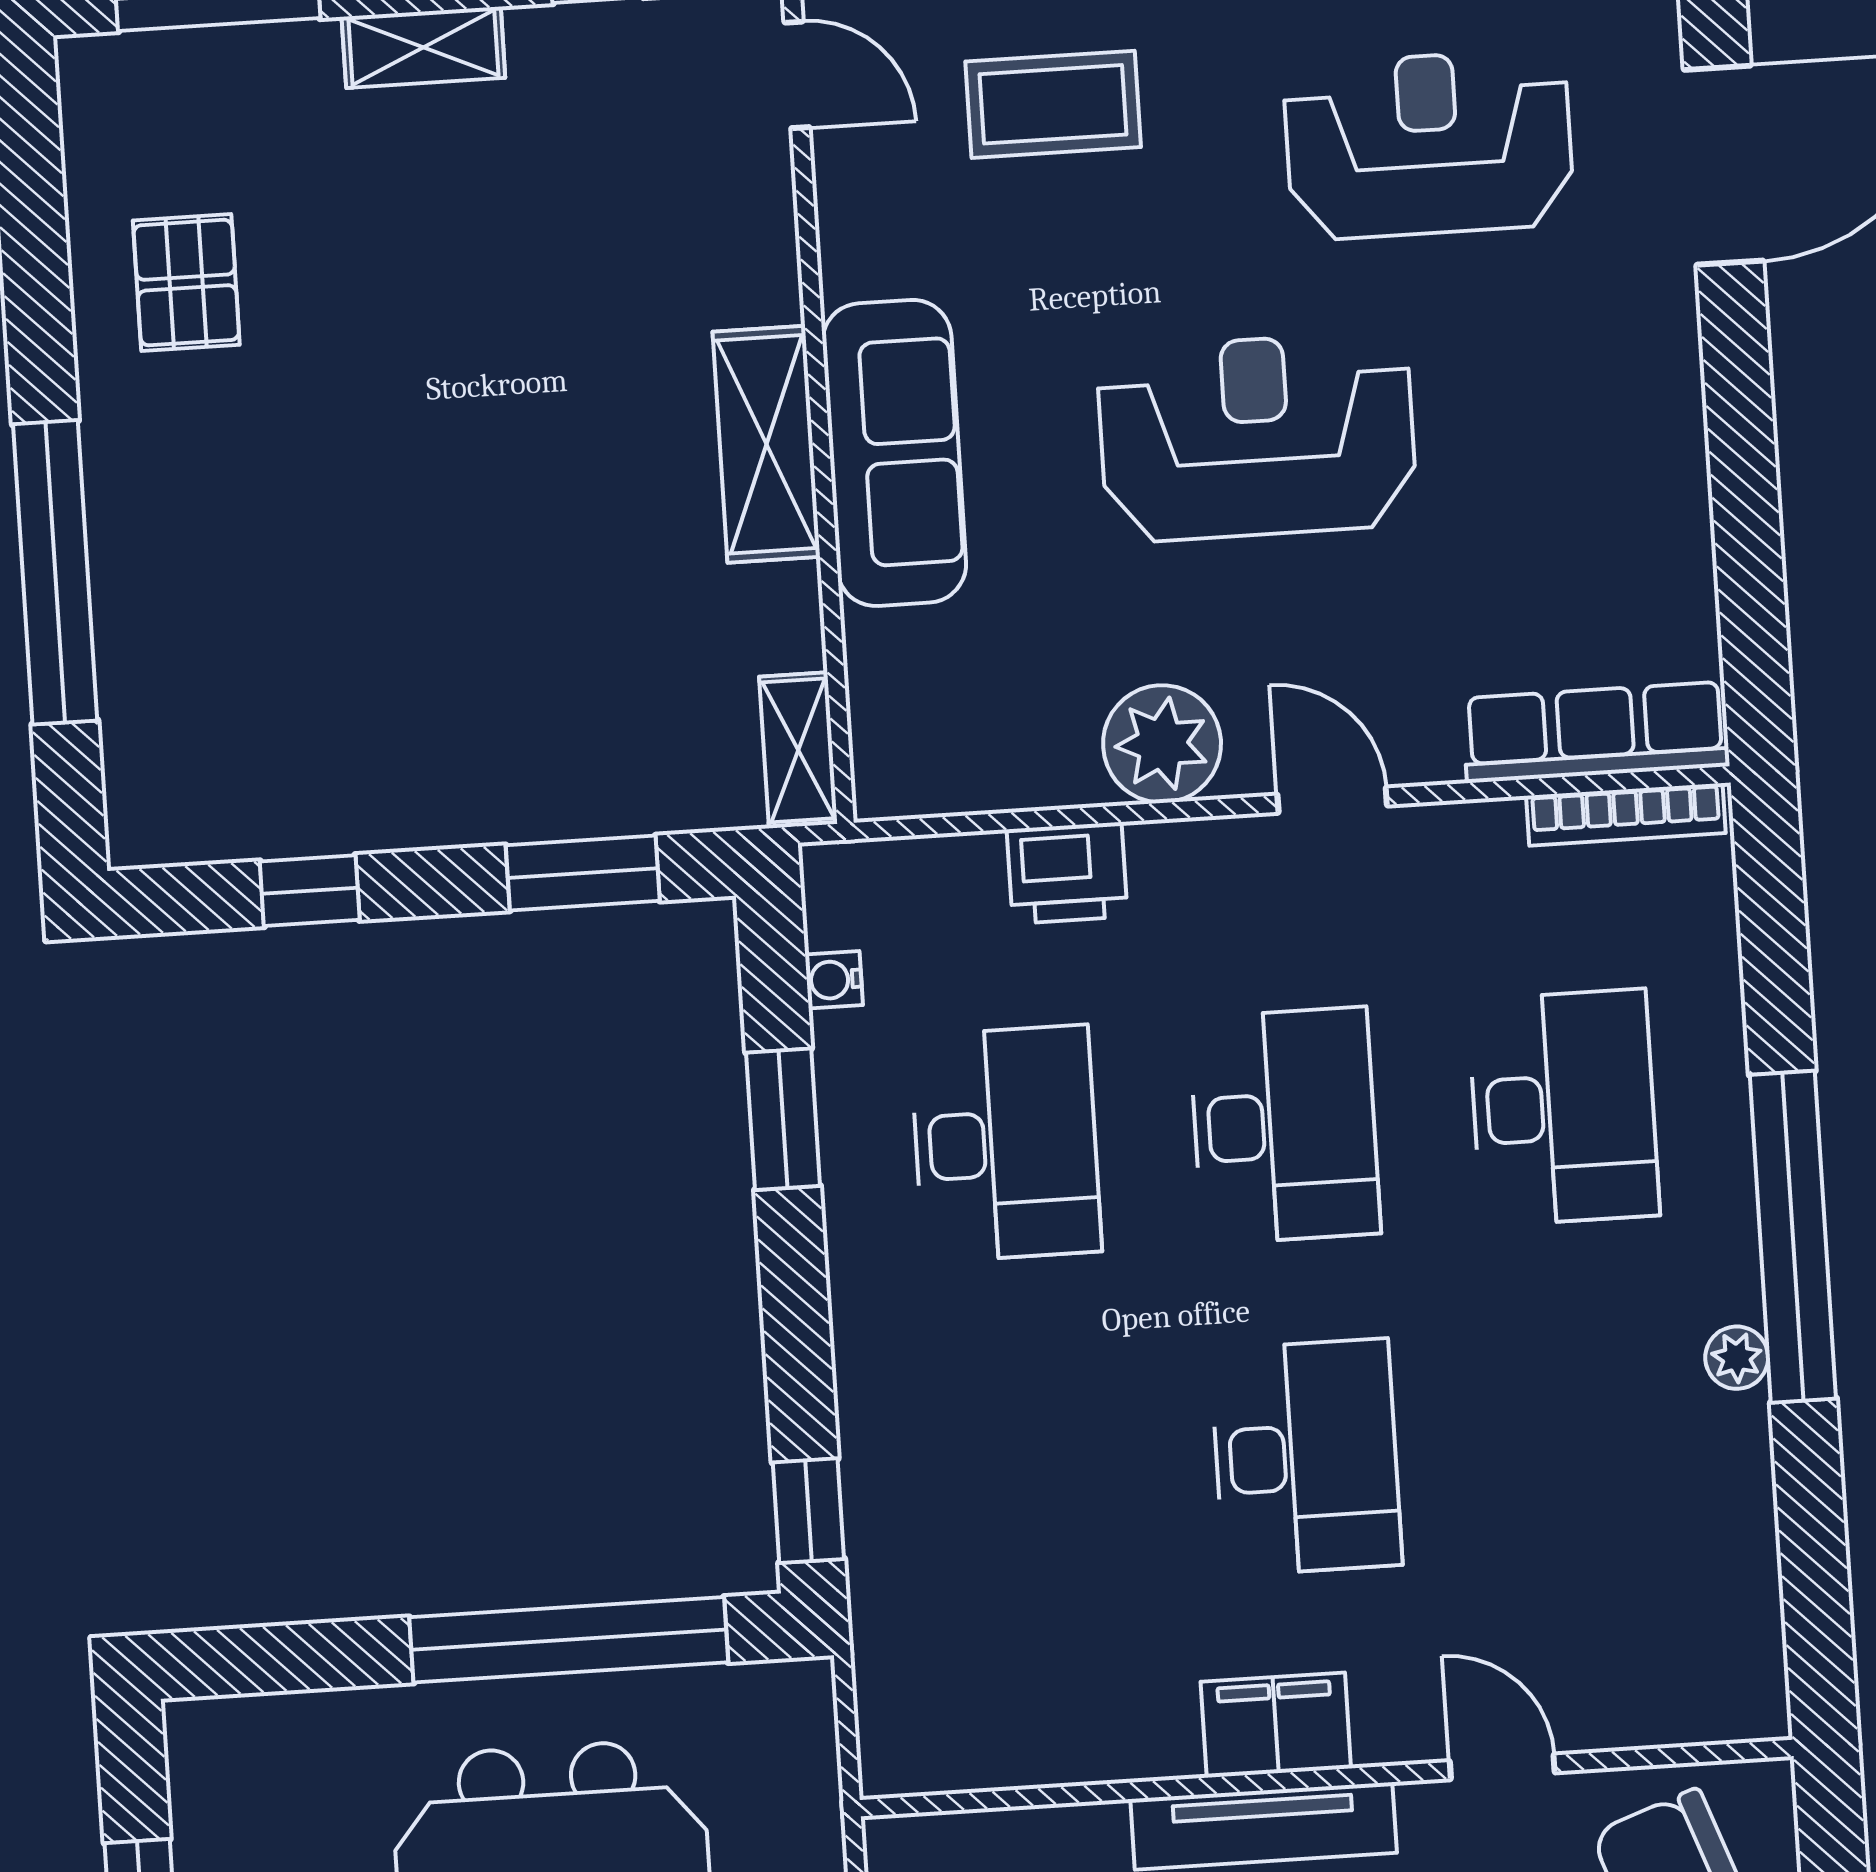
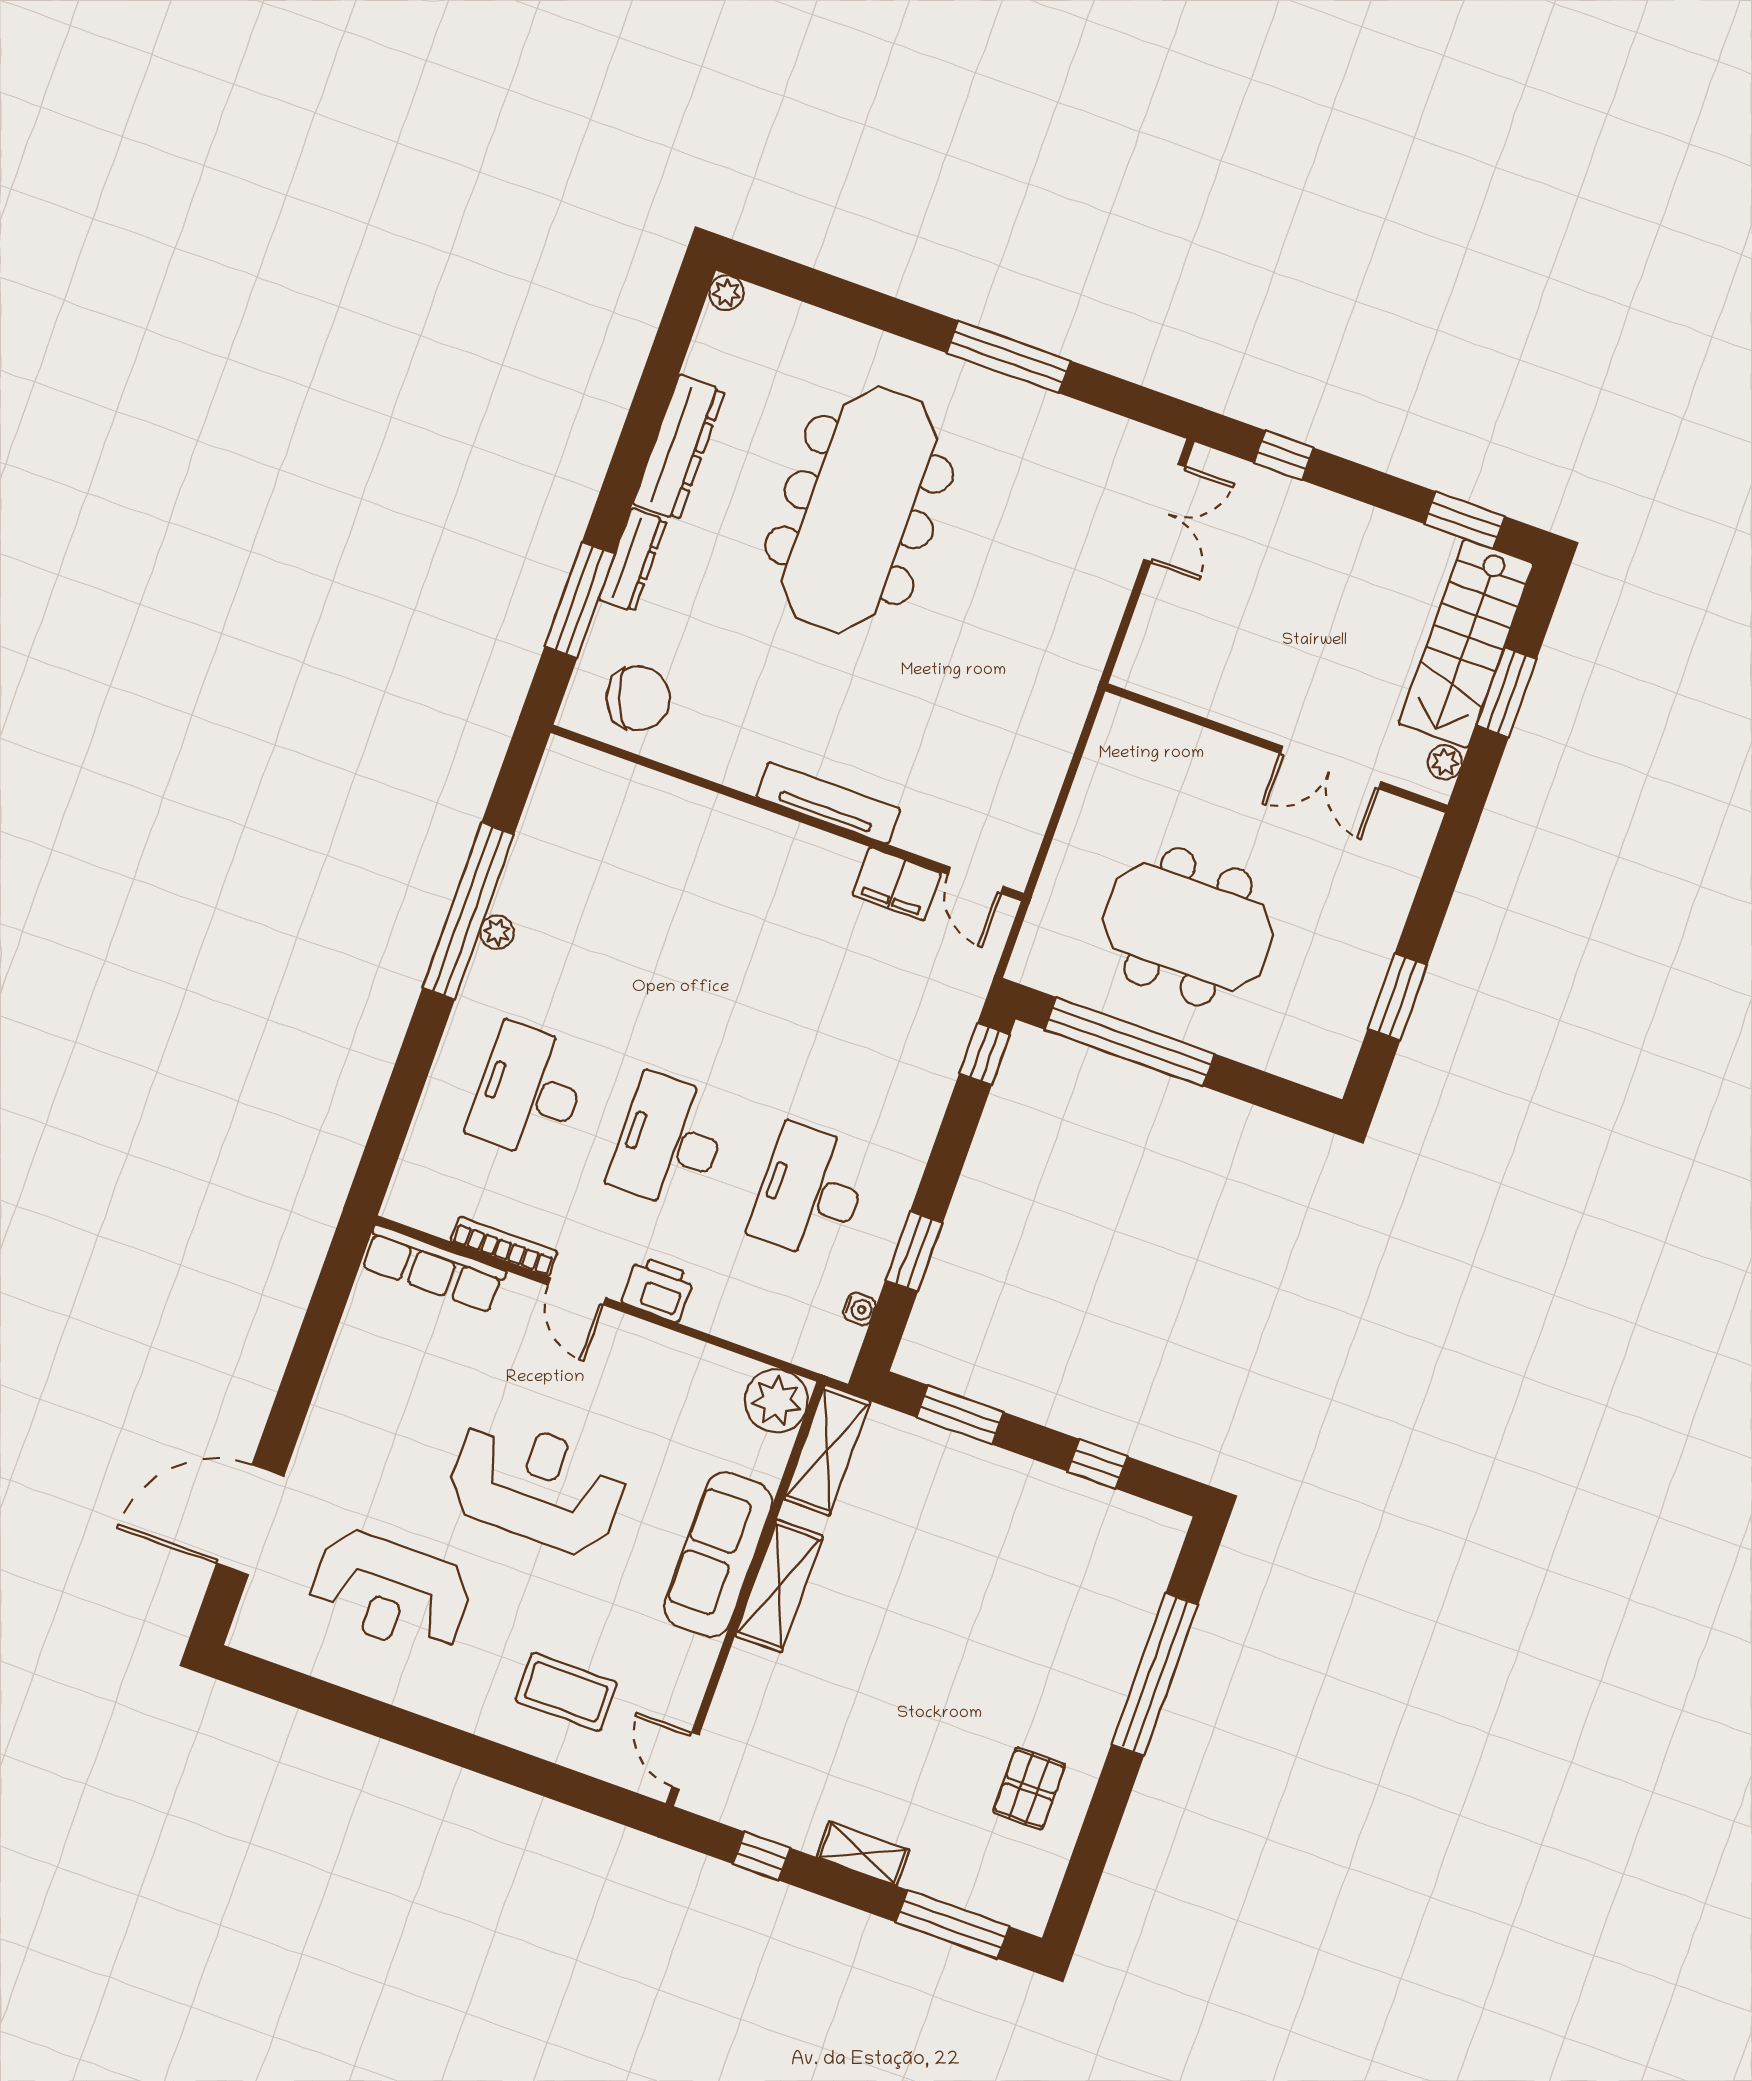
reception desk: (1257, 437) -> (537, 1485), turned 180
plant: (1162, 744) -> (776, 1401), moved
shelving: (798, 750) -> (827, 1450), width x1.50, depth x1.33
bookcase: (1626, 814) -> (504, 1246), moved
printer: (1067, 873) -> (658, 1289), moved
window: (1793, 1237) -> (468, 911), moved
desk: (1306, 1457) -> (729, 975), removed
filing cabinet: (1276, 1725) -> (897, 884), moved
door: (1502, 1767) -> (976, 880), moved

